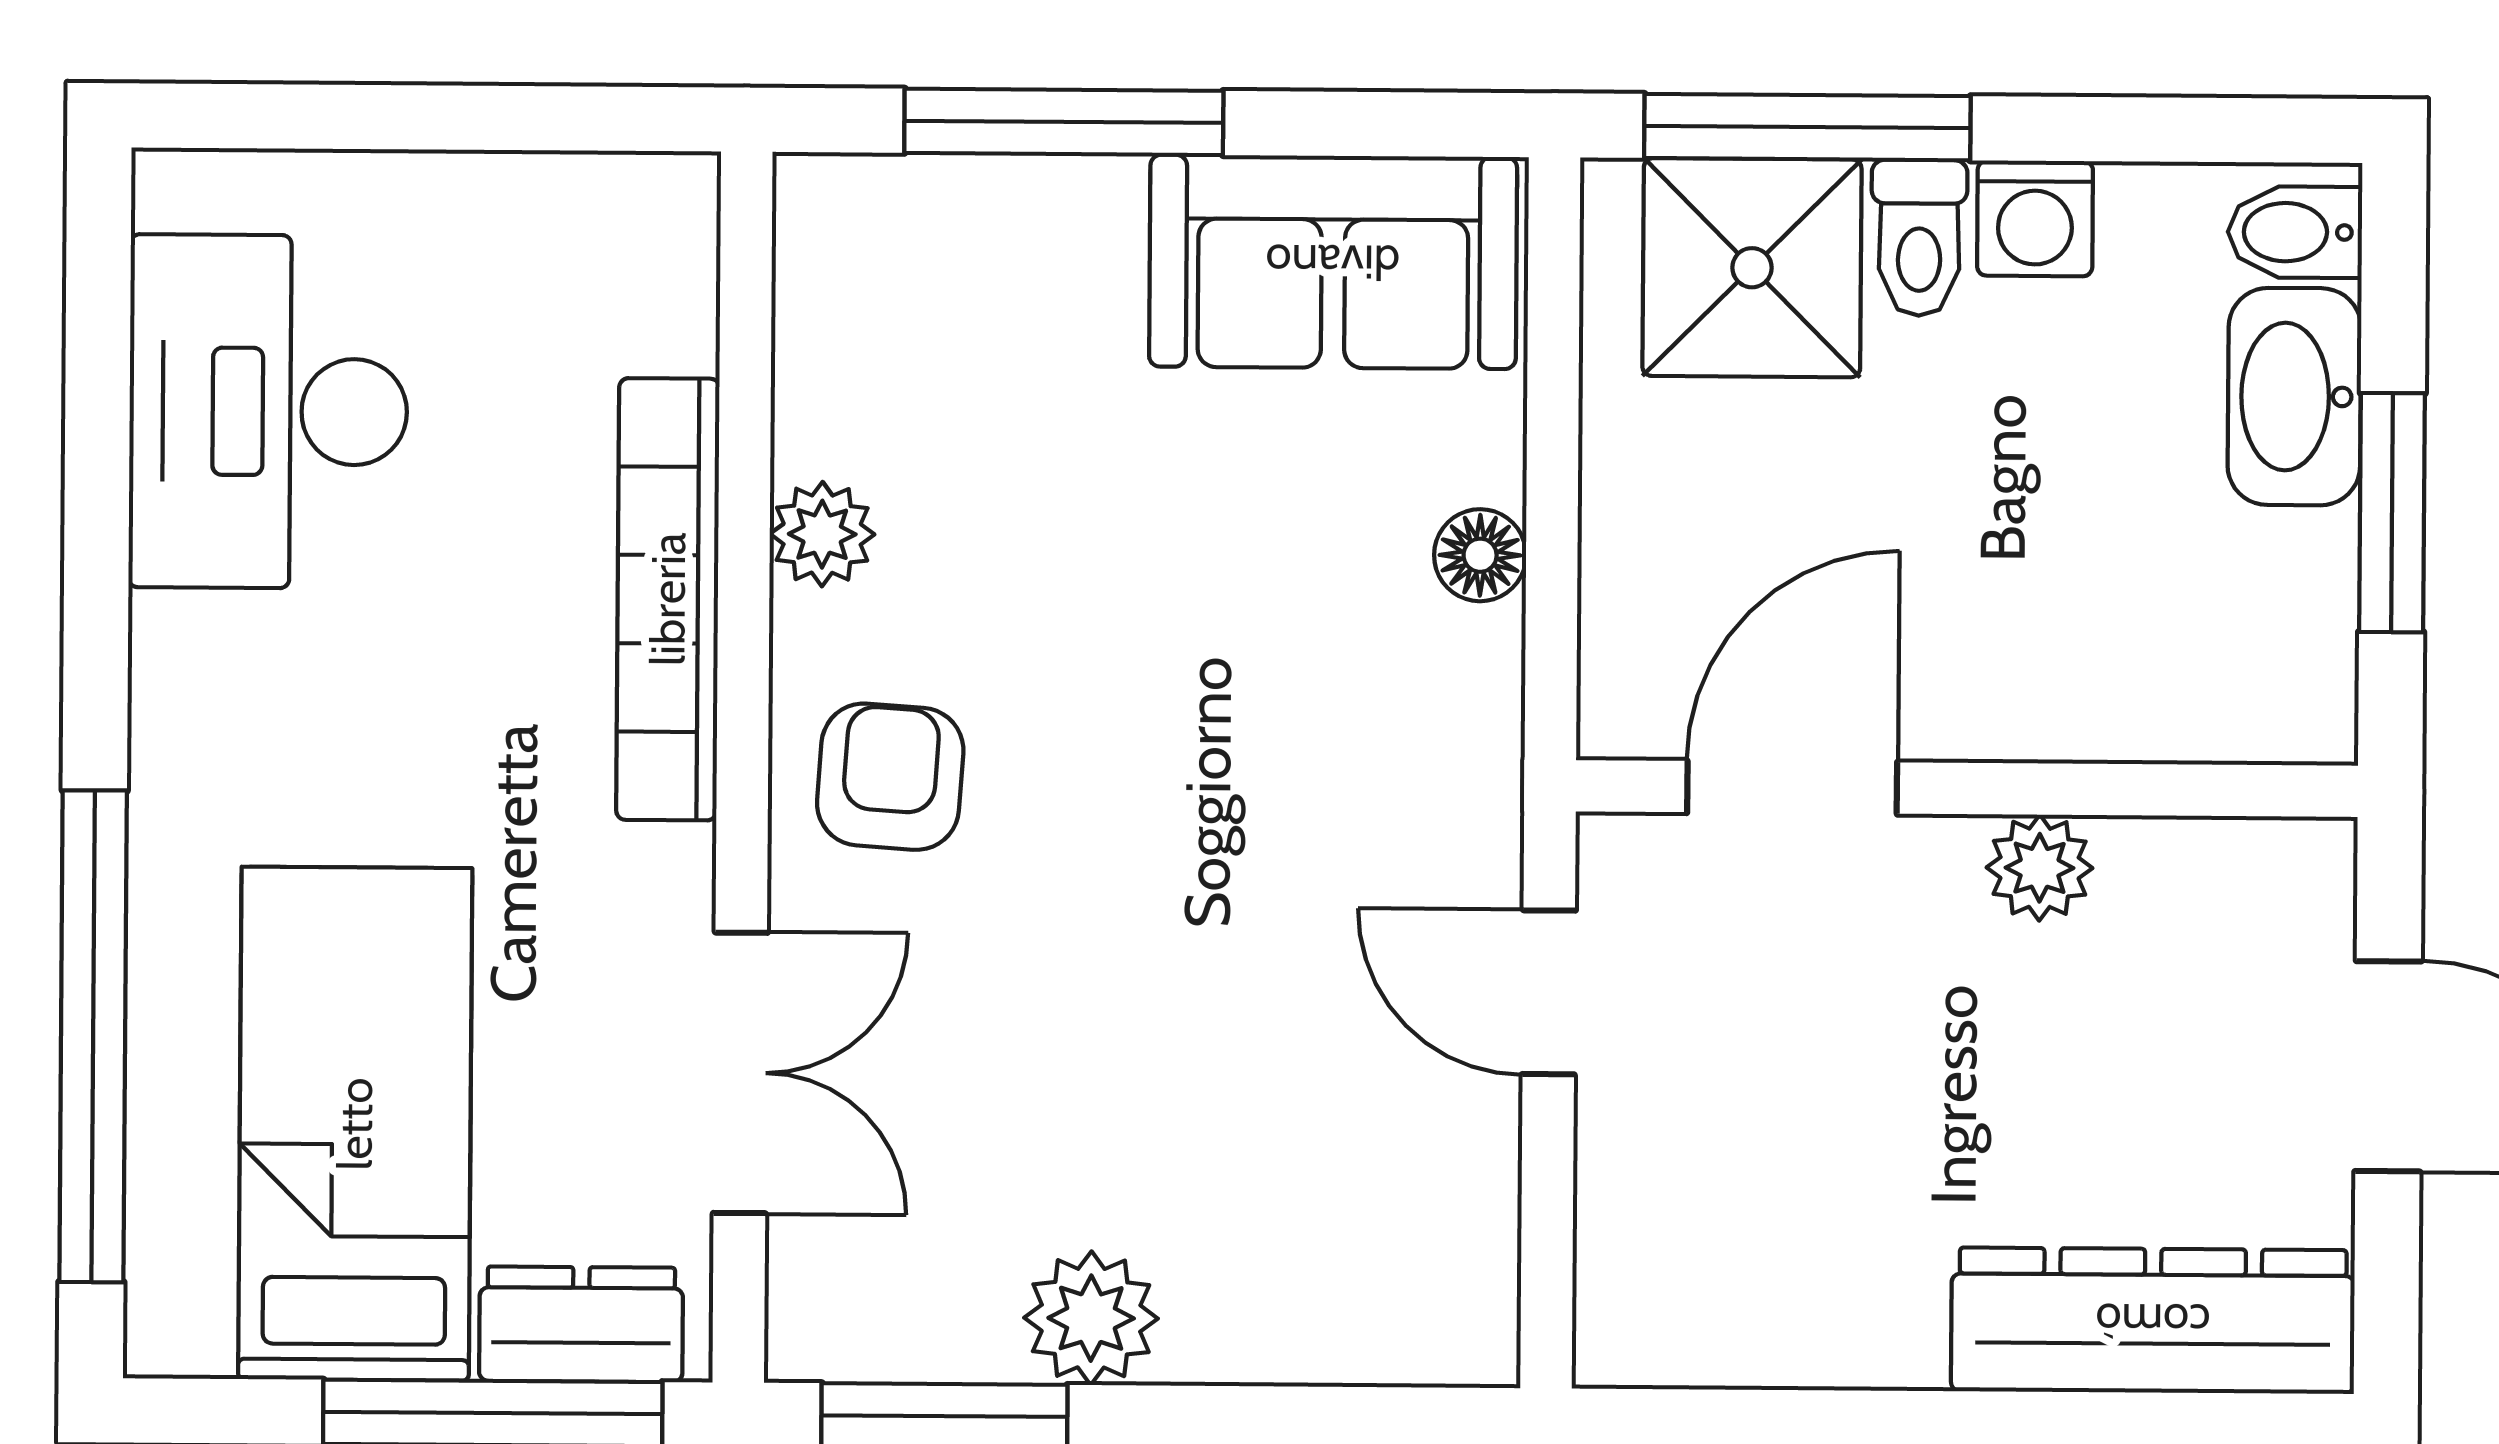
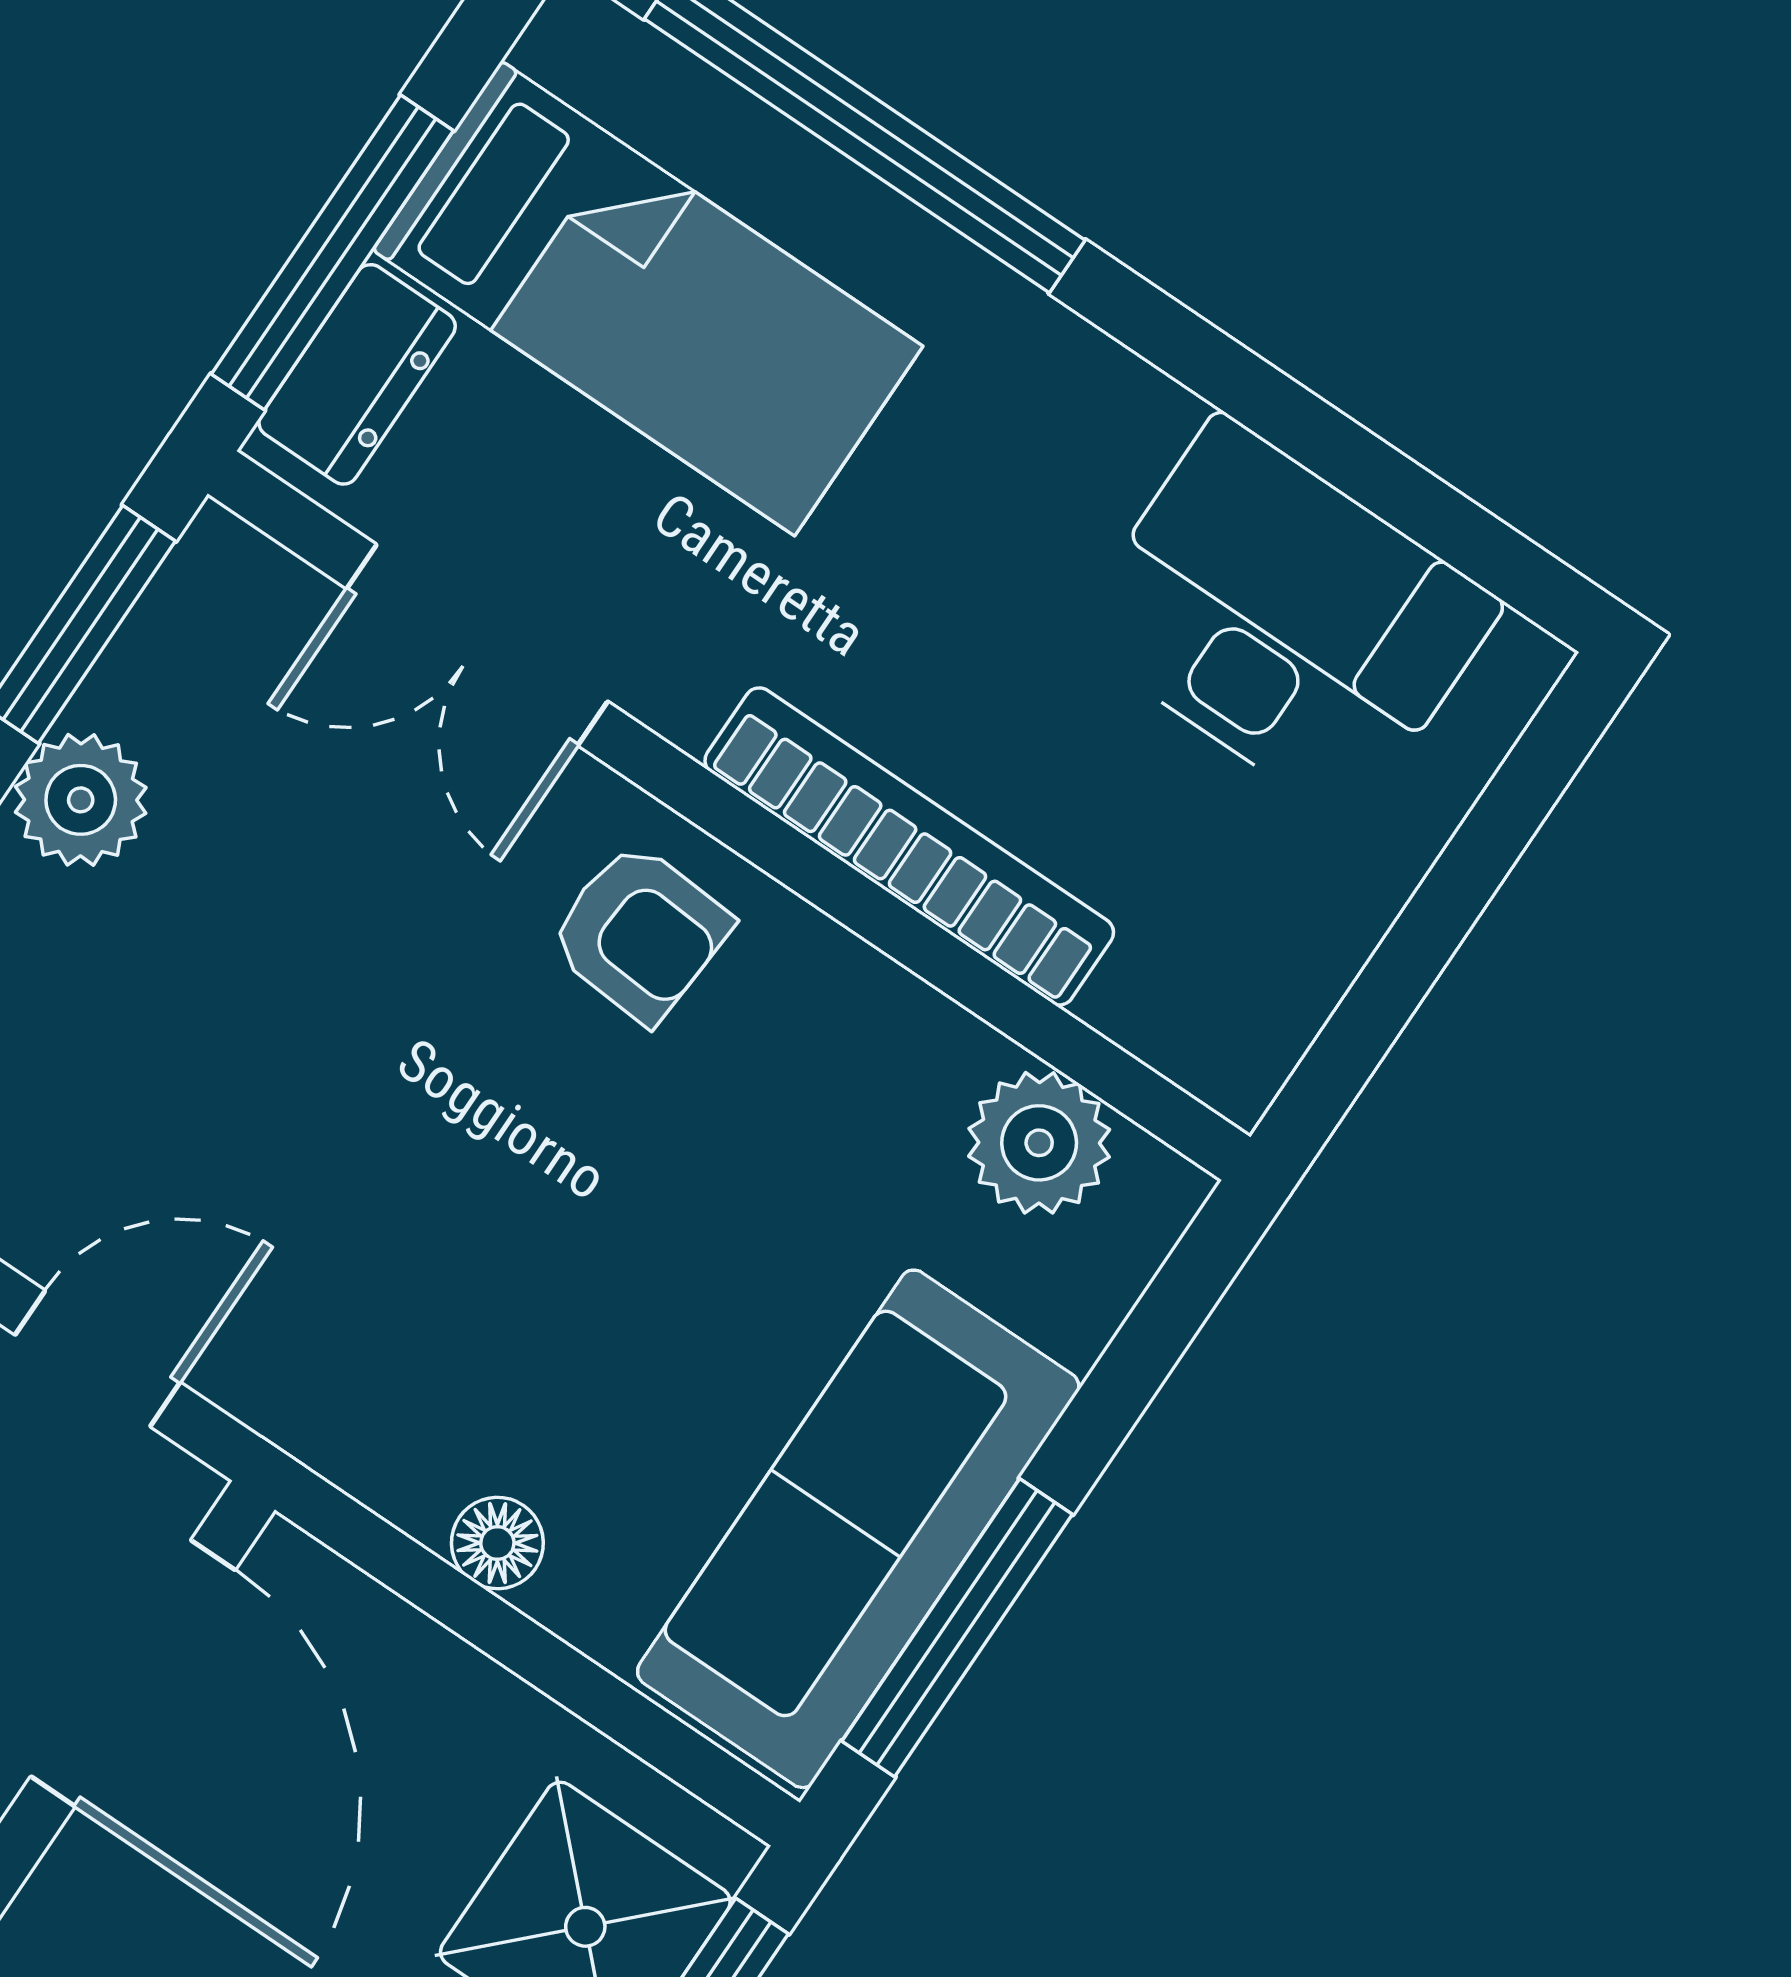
window: (1064, 122) -> (957, 1628), moved
sofa: (1333, 262) -> (858, 1529), width x1.36
plant: (822, 534) -> (1039, 1143), moved, width x1.38, depth x1.38
door: (1792, 787) -> (133, 1673), width x1.36

